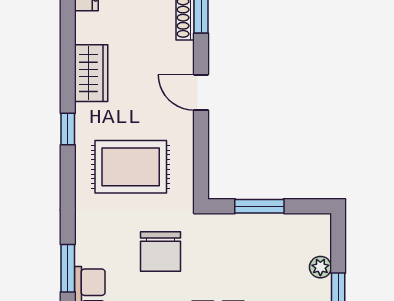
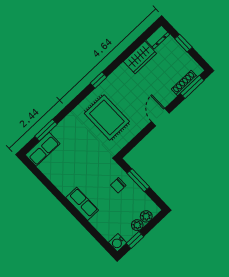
wardrobe: (91, 73) -> (140, 57), moved
plant: (320, 243) -> (146, 216), added
chair: (160, 252) -> (118, 185), moved, width x0.54, depth x0.54

